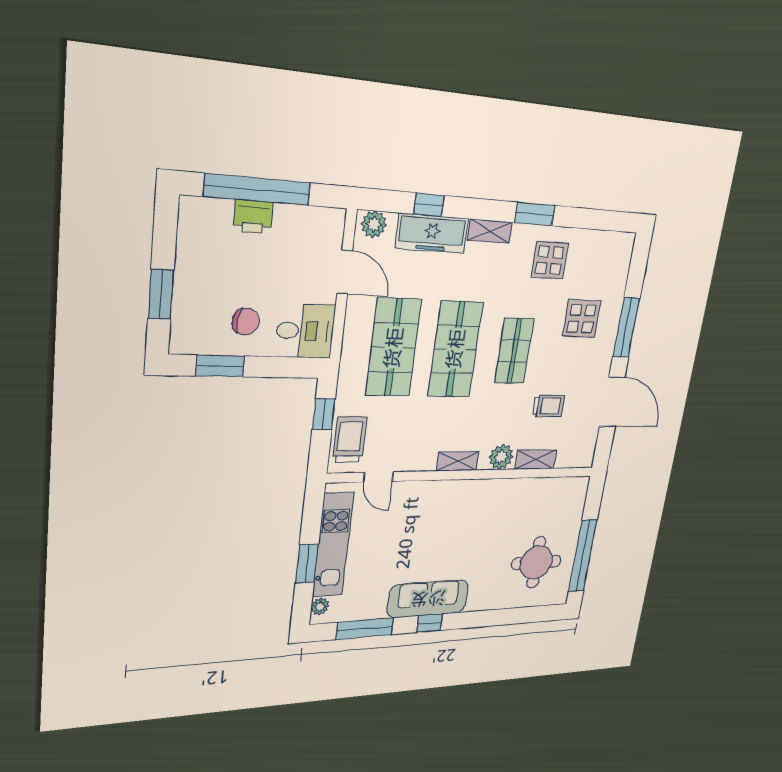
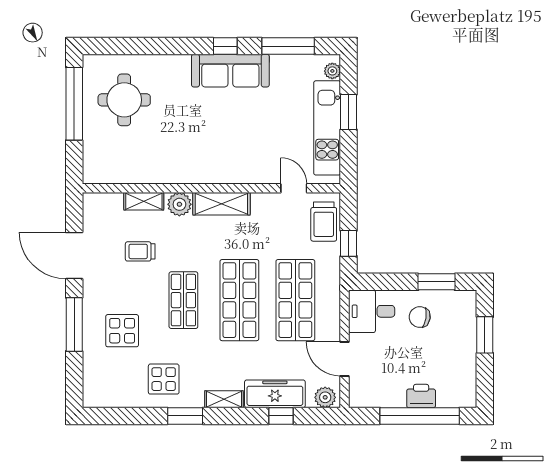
shelving: (458, 461) -> (221, 204), width x1.50, depth x1.33

